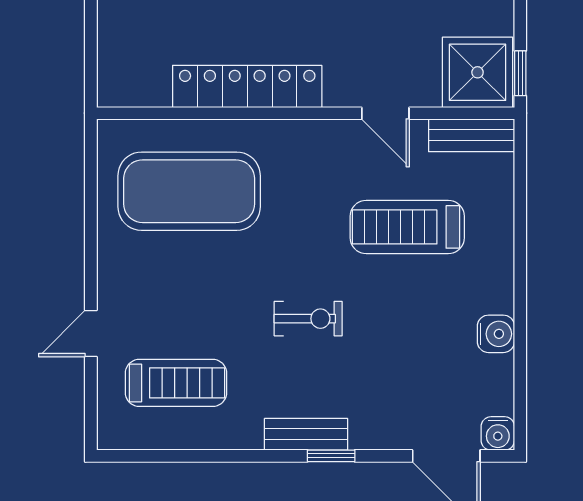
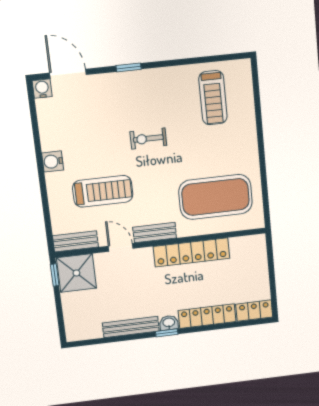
door: (91, 333) -> (259, 119), removed
water cooler: (496, 334) -> (53, 161), moved
treadmill: (176, 383) -> (213, 98), turned -90
bench: (306, 434) -> (155, 233), moved

